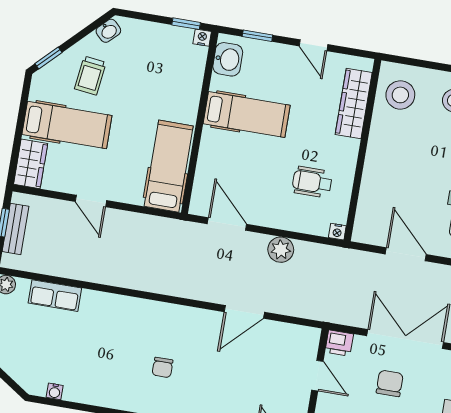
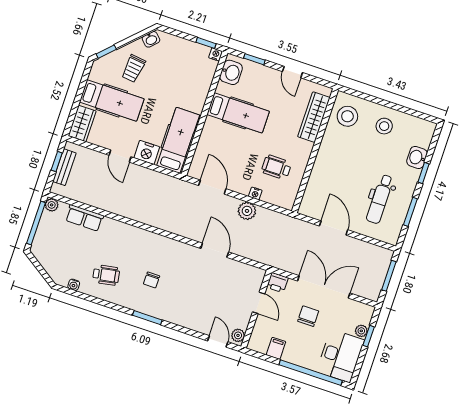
nightstand: (127, 190) -> (147, 152), added
nightstand: (337, 232) -> (255, 193), moved
door: (244, 312) -> (215, 250), swing flipped
wheelchair: (98, 371) -> (106, 275), added

